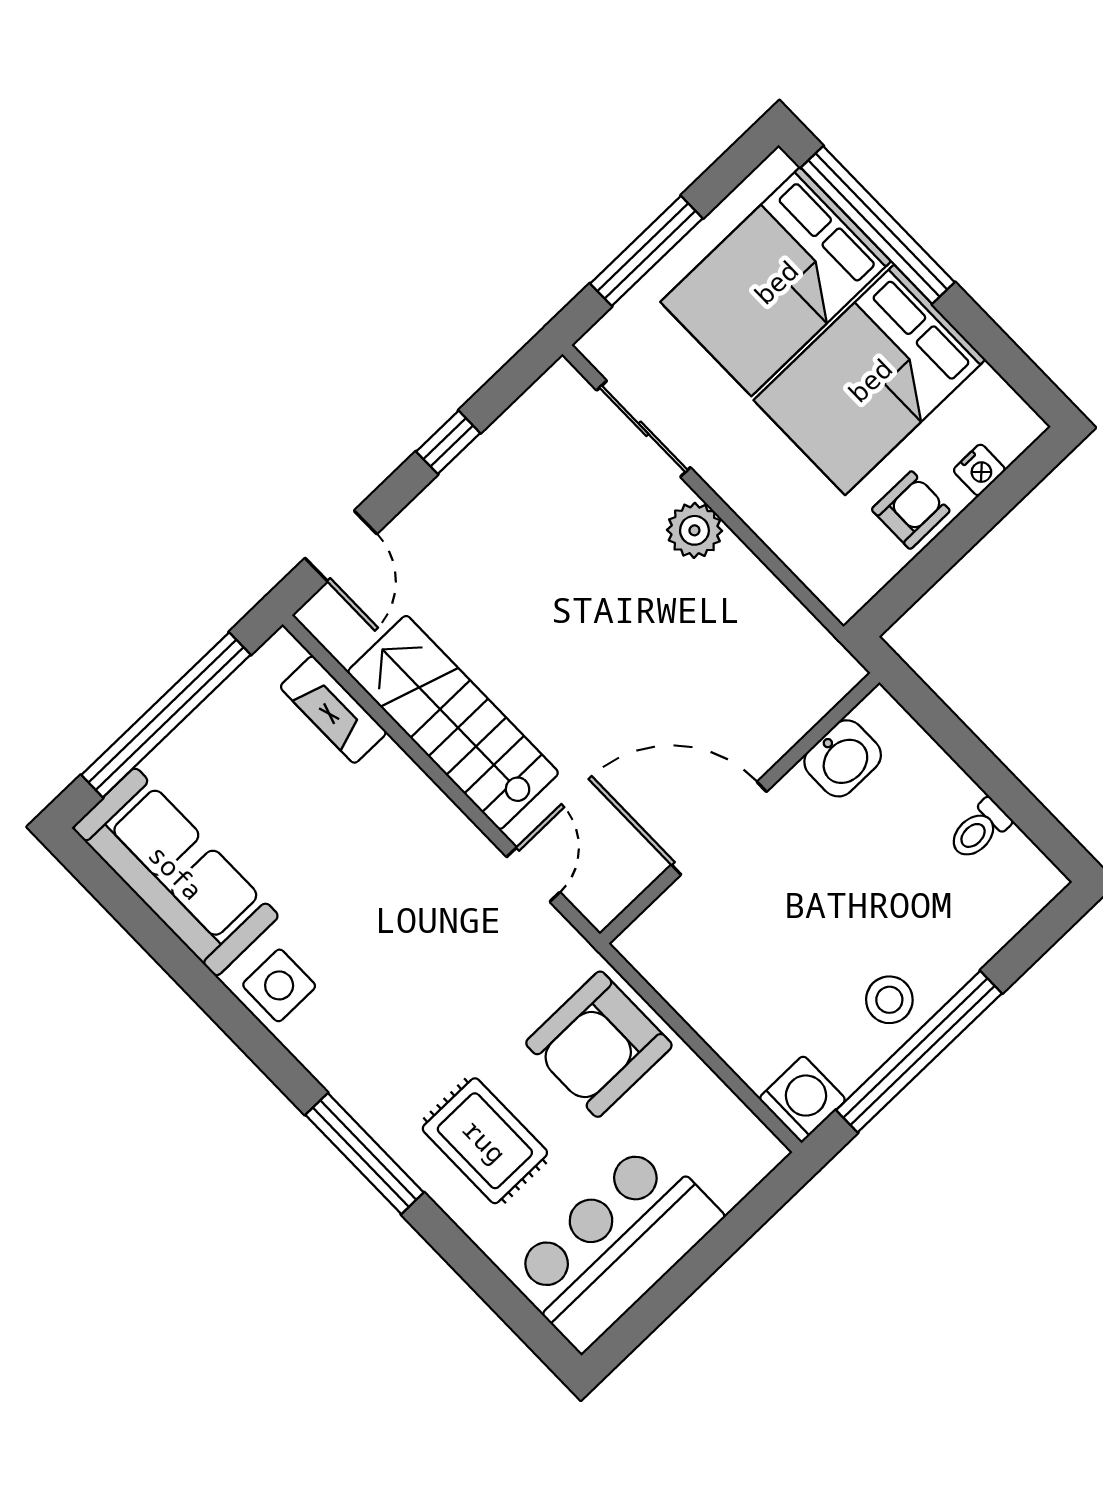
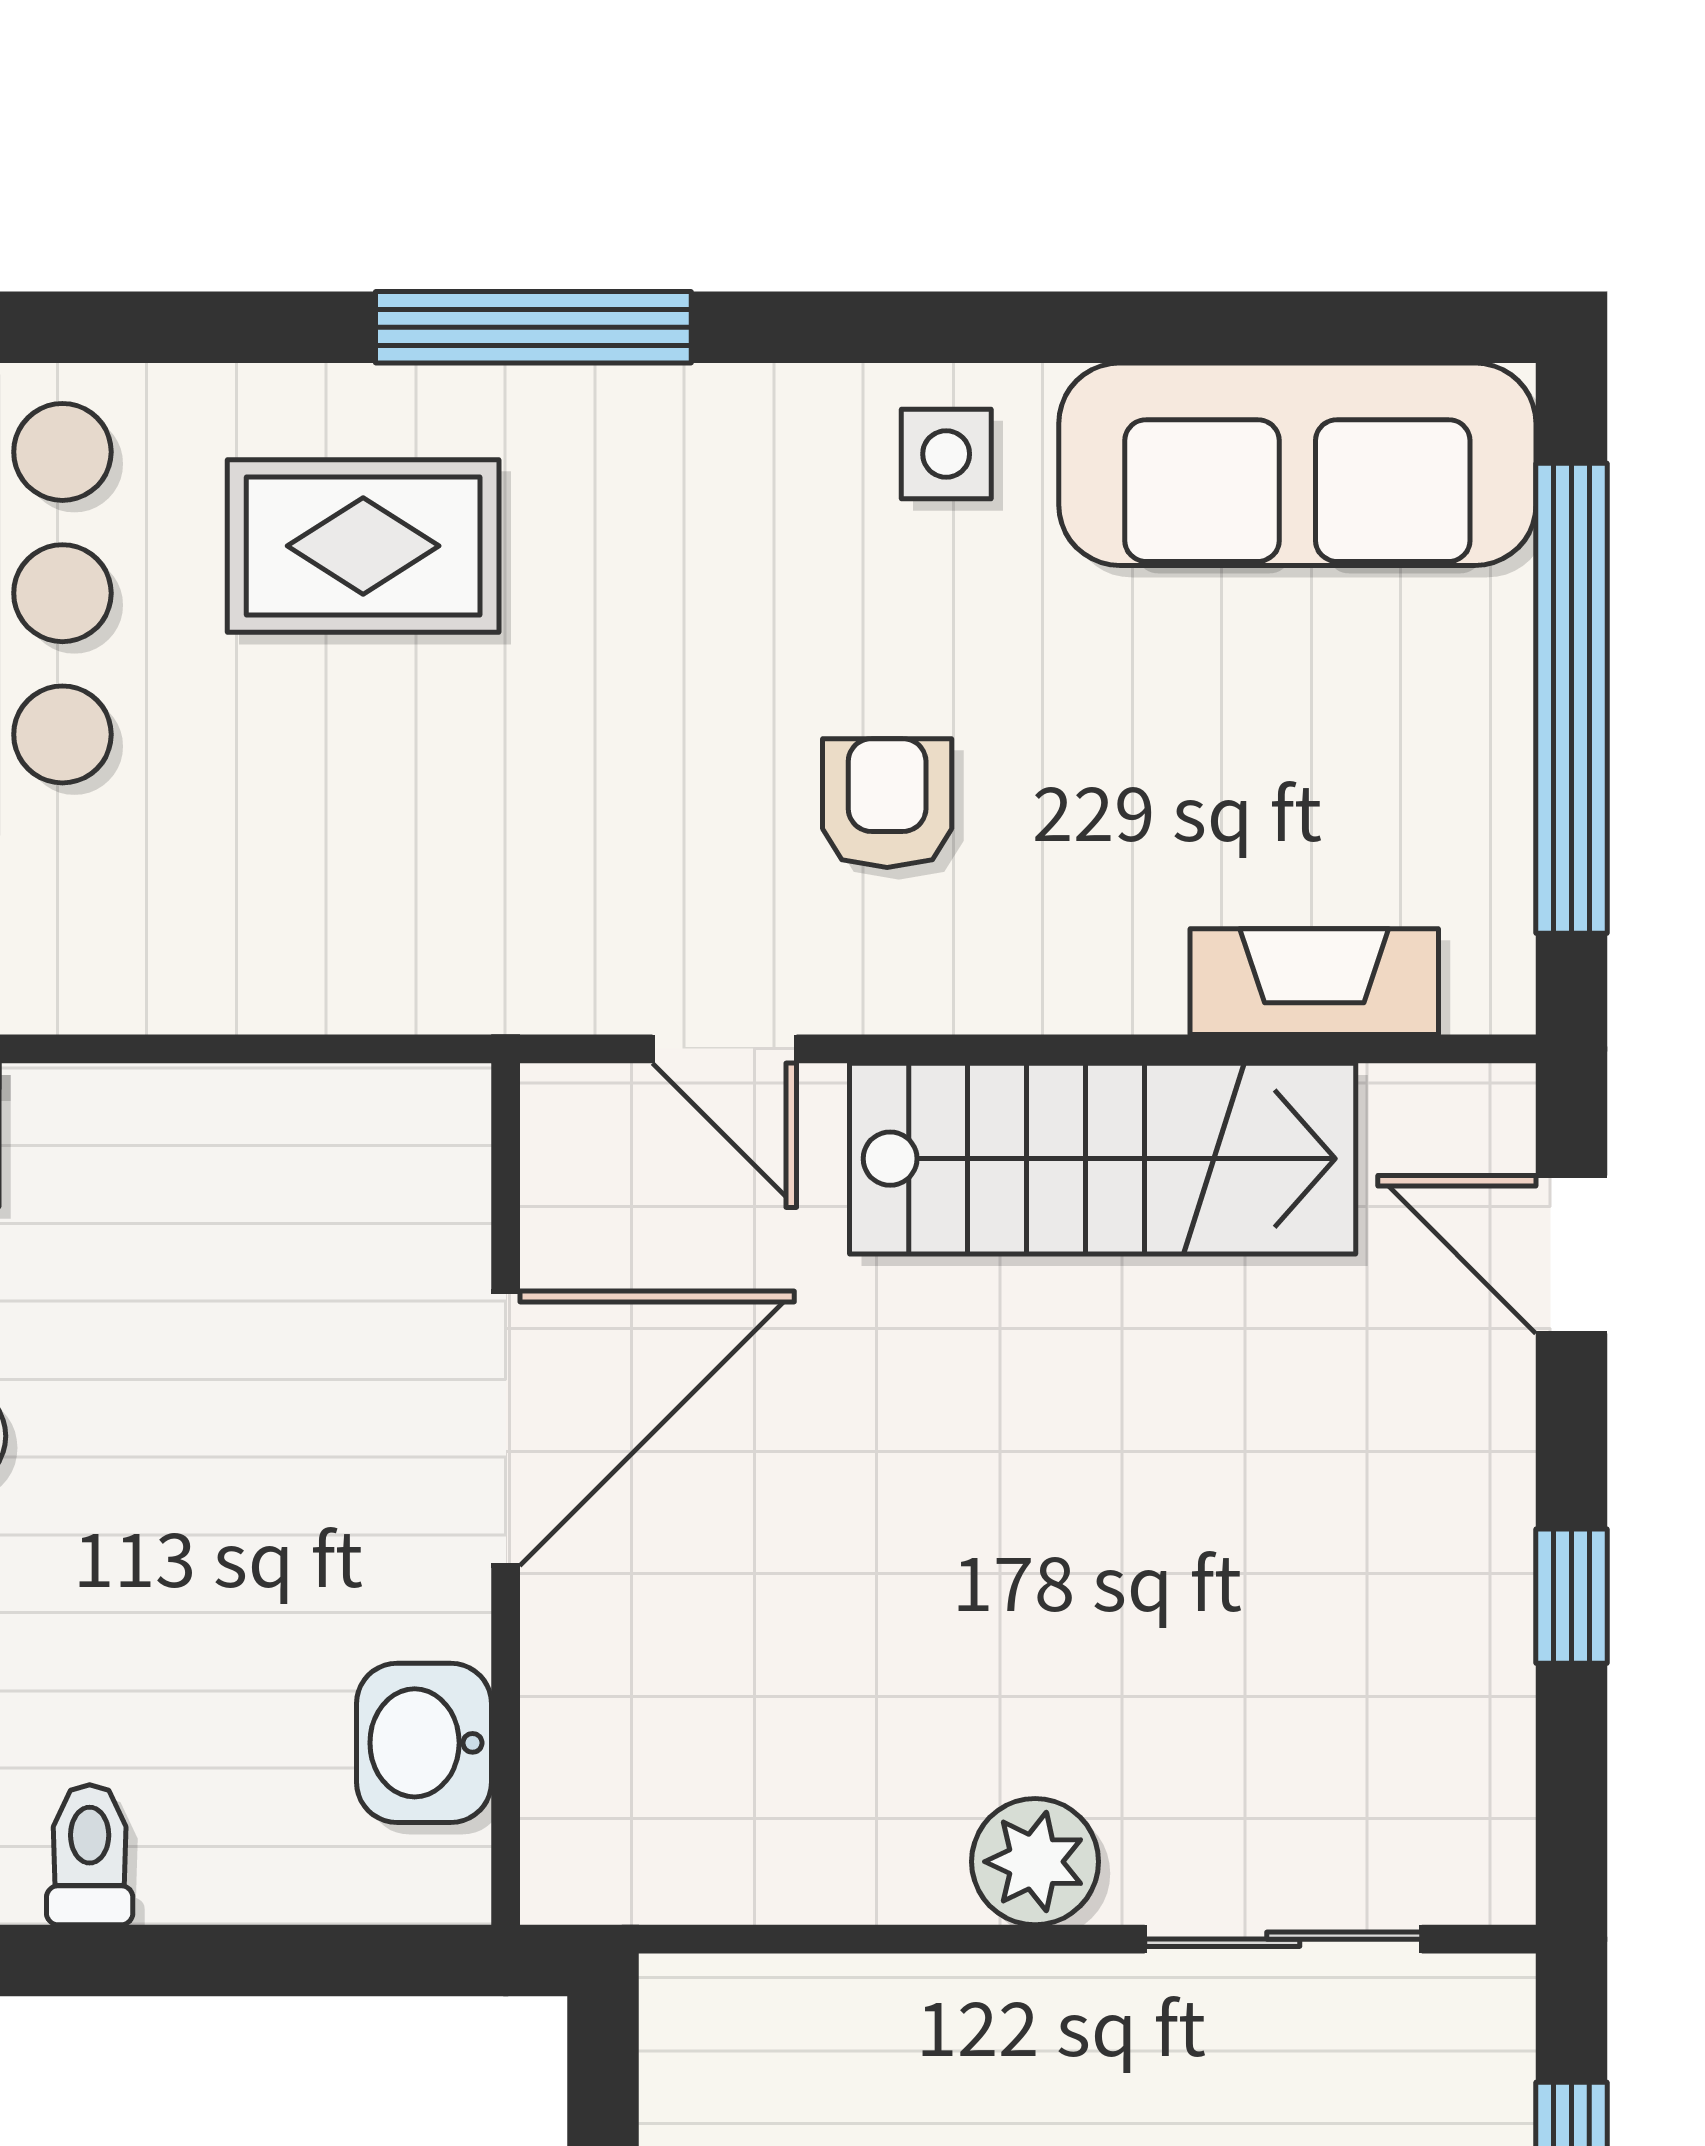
side table: (279, 985) -> (946, 454), width x0.73, depth x0.73
armchair: (599, 1044) -> (887, 803), moved, width x0.53, depth x0.53

